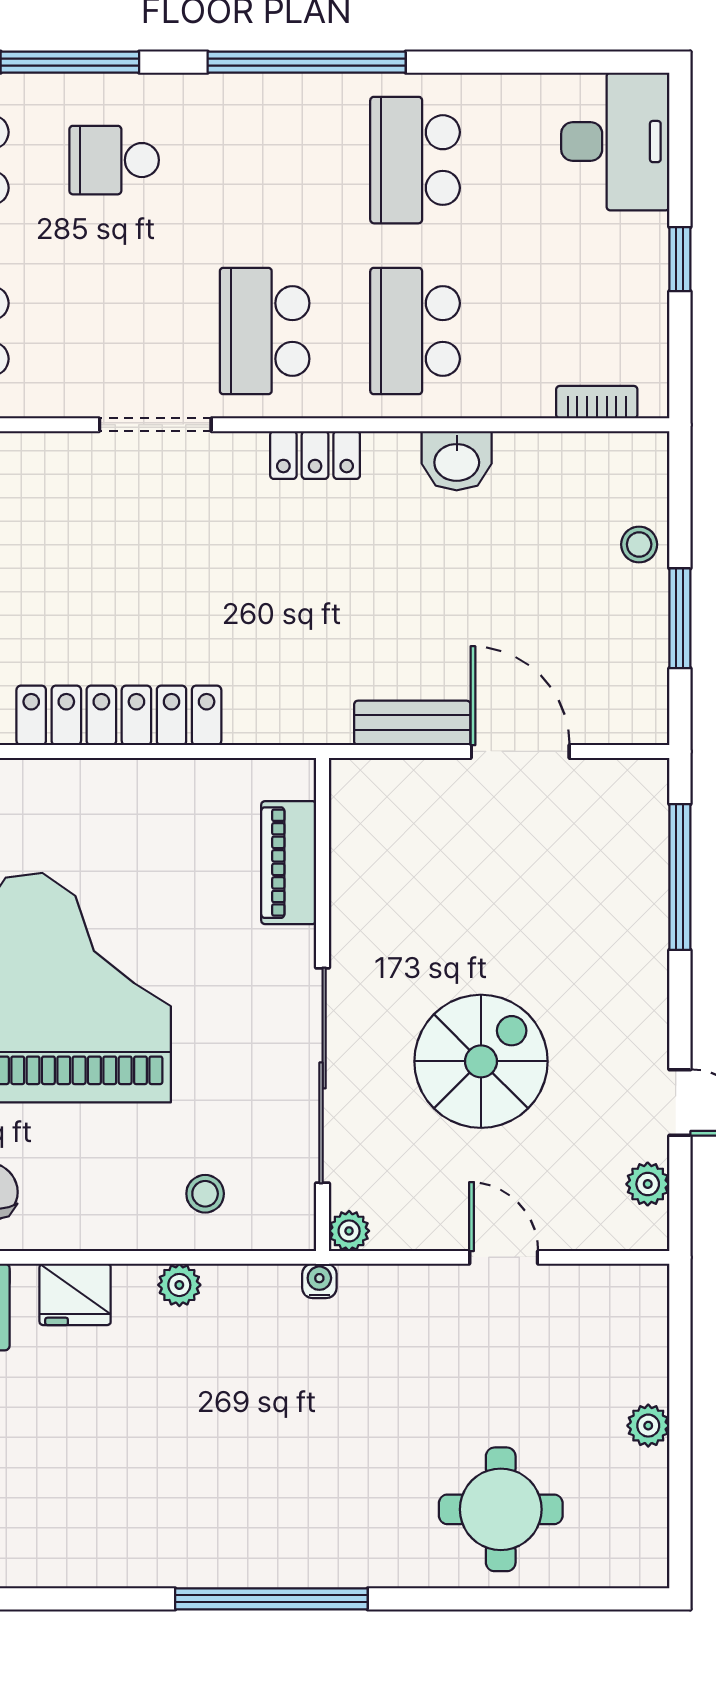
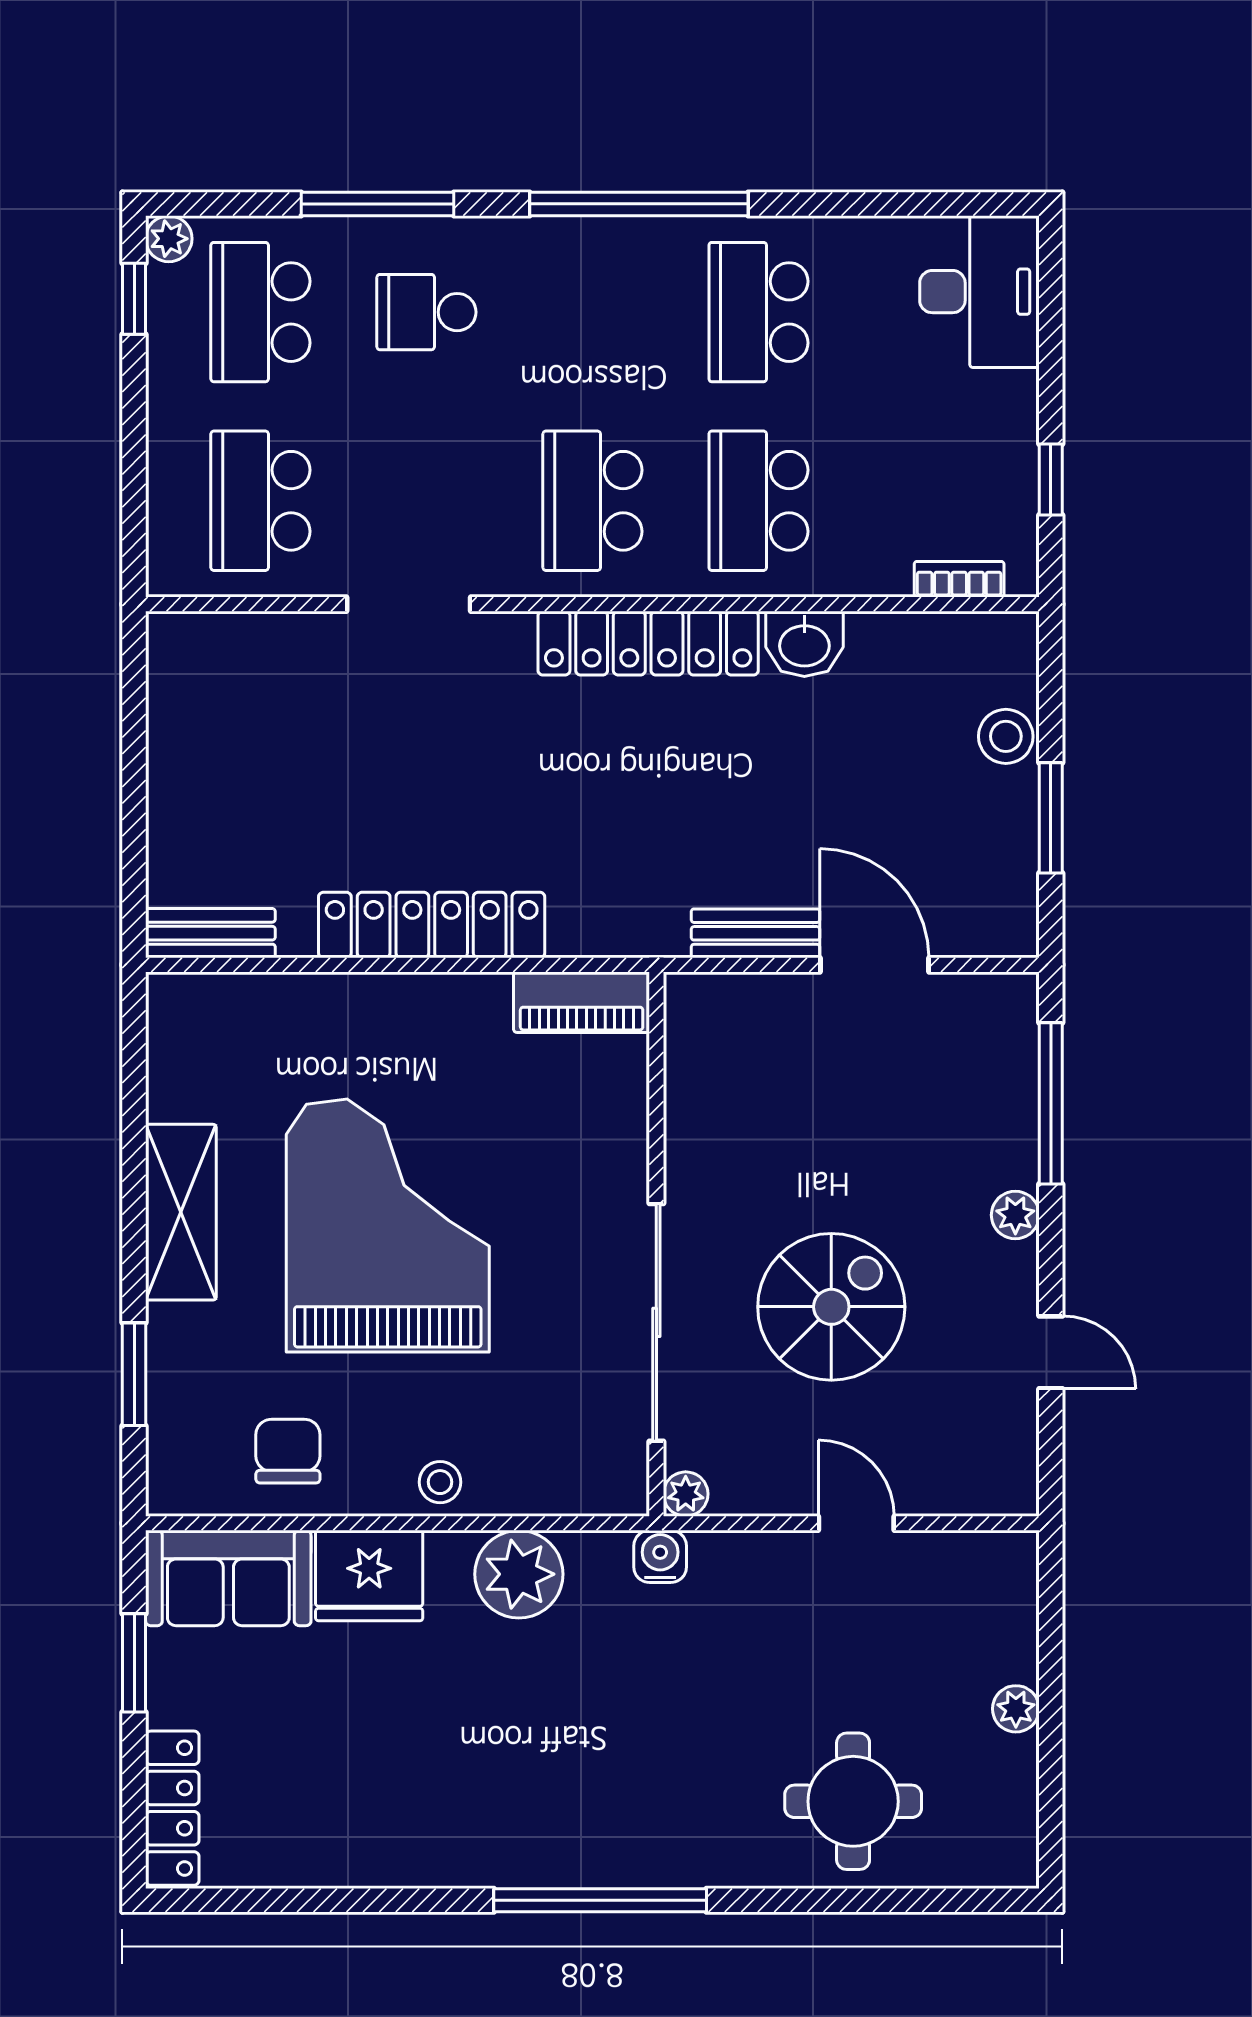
window: (680, 259) -> (1051, 480), moved
doorway: (155, 425) -> (409, 604), moved
locker: (315, 455) -> (648, 643), width x2.16, depth x1.21
stool: (639, 544) -> (1006, 736), width x1.37, depth x1.37
piano: (289, 863) -> (582, 1002), moved, turned -90
plant: (648, 1184) -> (1015, 1215), moved
stool: (205, 1194) -> (440, 1482), moved
water cooler: (319, 1281) -> (660, 1556), width x1.38, depth x1.38
plant: (179, 1285) -> (519, 1574), width x1.87, depth x1.87
fridge: (75, 1294) -> (369, 1576), width x1.36, depth x1.34

